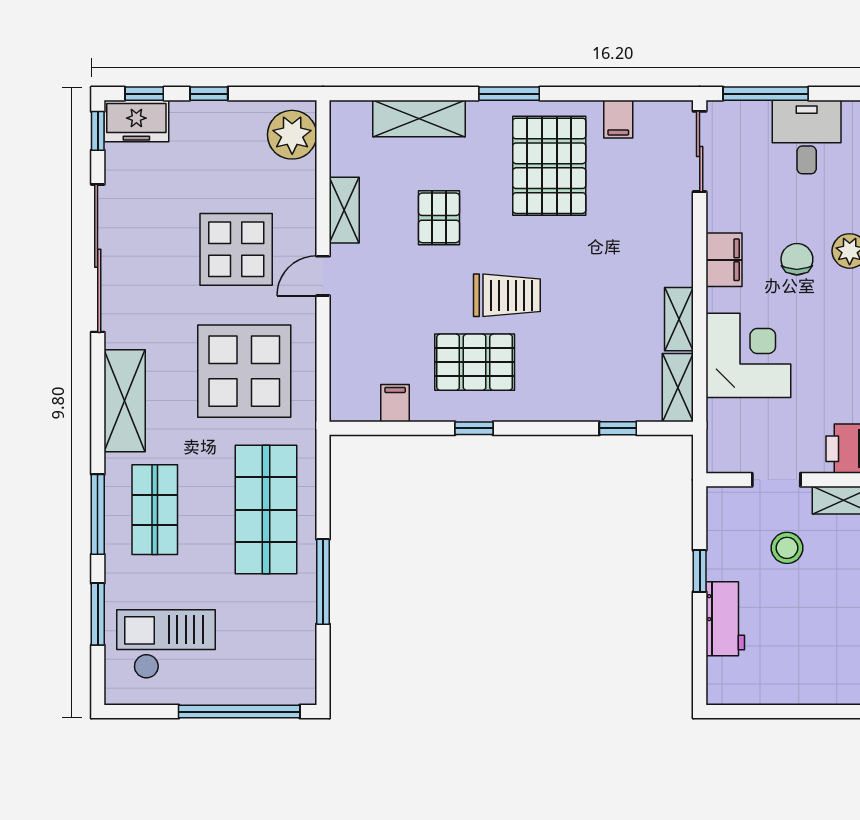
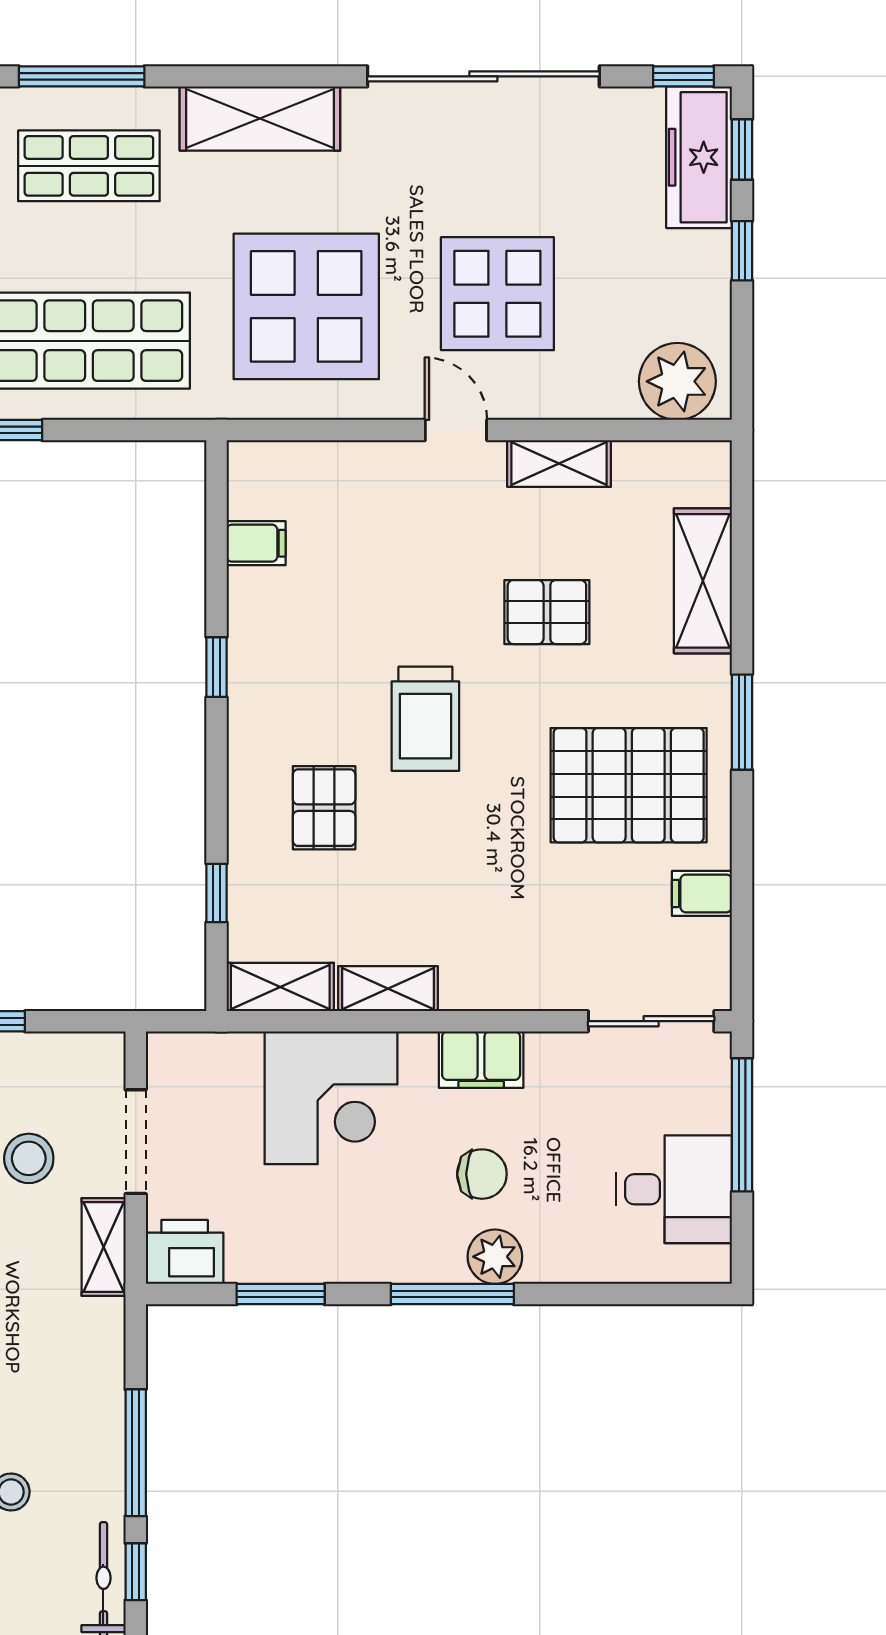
freezer: (136, 121) -> (699, 157), width x1.40
pallet: (475, 362) -> (324, 808), moved, width x0.67, depth x0.71
doorway: (776, 480) -> (136, 1142), width x1.38

